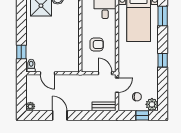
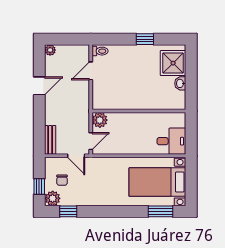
armchair: (97, 44) -> (126, 131), removed
window: (21, 52) -> (145, 39), moved
window: (163, 60) -> (68, 211), moved
plant: (88, 66) -> (100, 120), added

